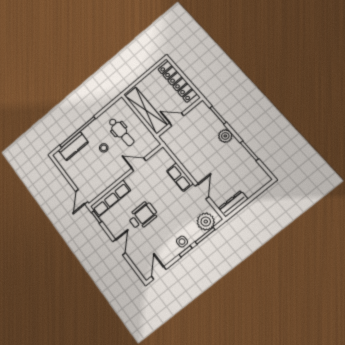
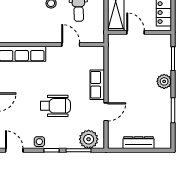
dresser: (233, 204) -> (138, 143), moved
wheelchair: (143, 216) -> (55, 106), moved
side table: (182, 242) -> (39, 142), moved
door: (159, 273) -> (14, 150), hinge flipped

